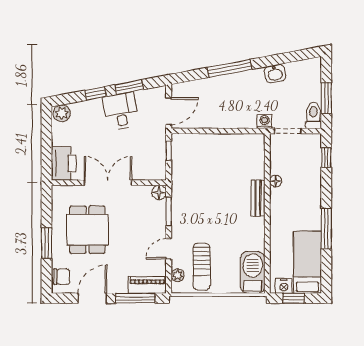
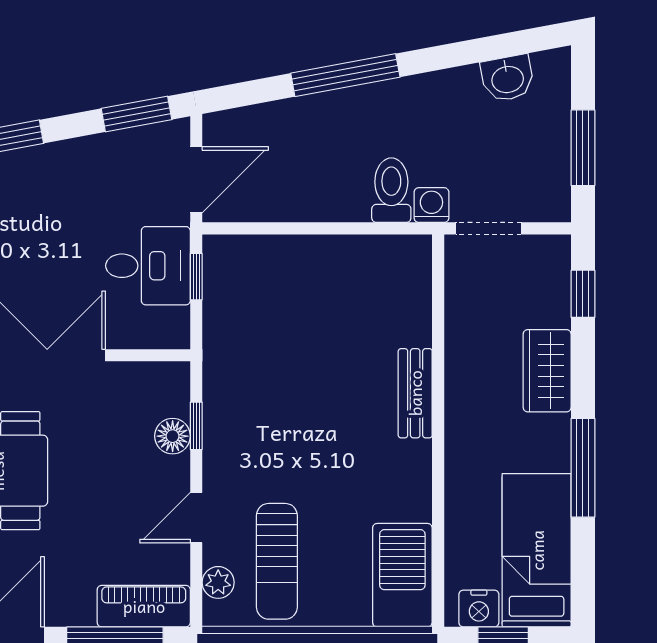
washbasin: (275, 74) -> (507, 78), moved
window: (129, 87) -> (136, 114), moved
desk: (121, 111) -> (148, 266), moved, turned 101
toilet: (313, 115) -> (391, 190), moved
floor lamp: (276, 181) -> (459, 352), removed
wardrobe: (312, 189) -> (547, 371), added
floor lamp: (159, 192) -> (173, 436), moved
window: (169, 211) -> (196, 426), width x0.67

